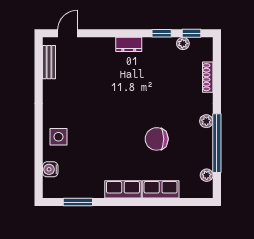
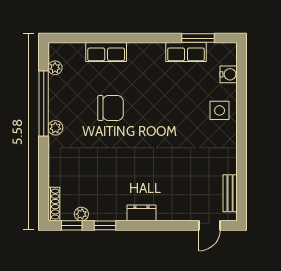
shoe rack: (208, 77) -> (54, 204), moved
row of seats: (123, 189) -> (186, 52), moved

